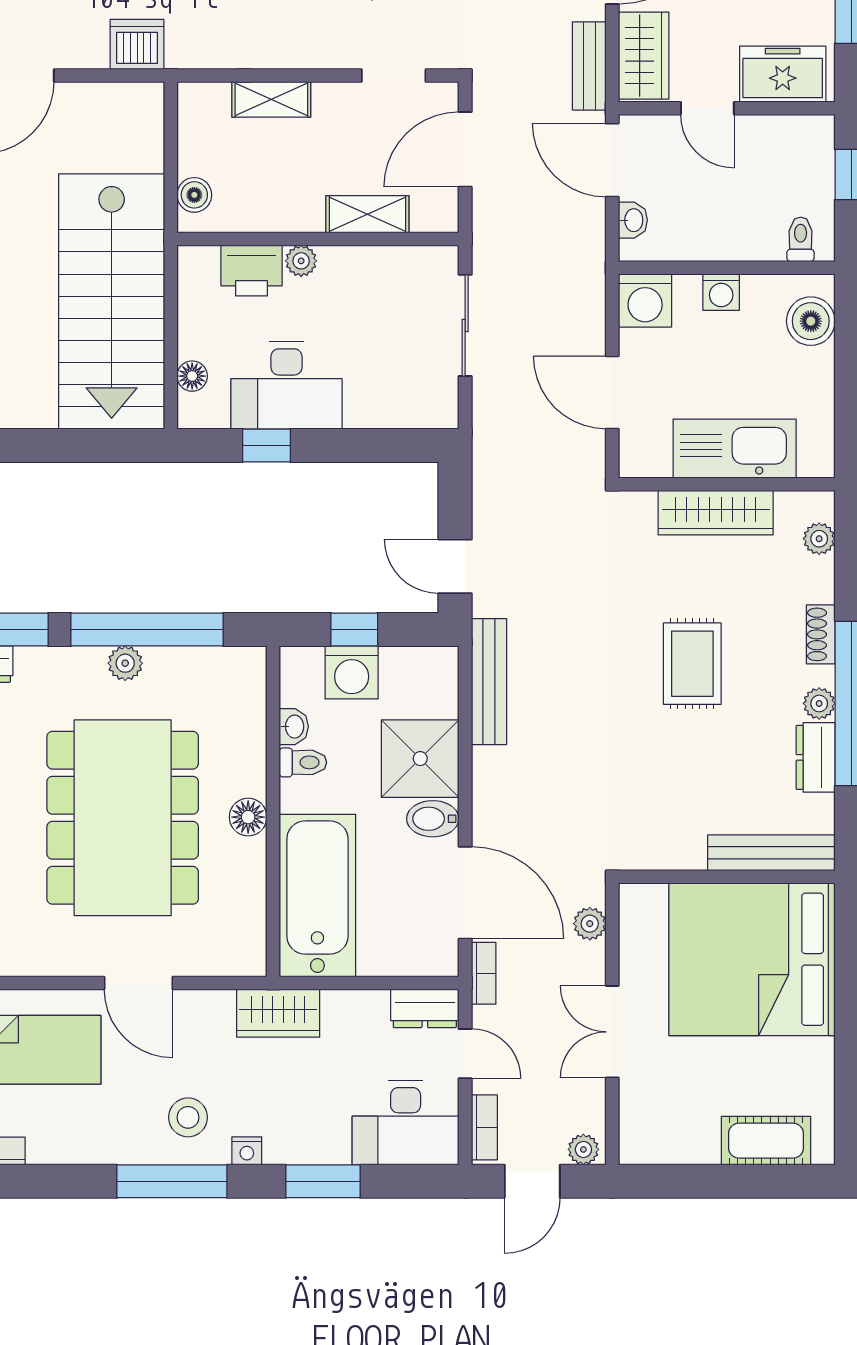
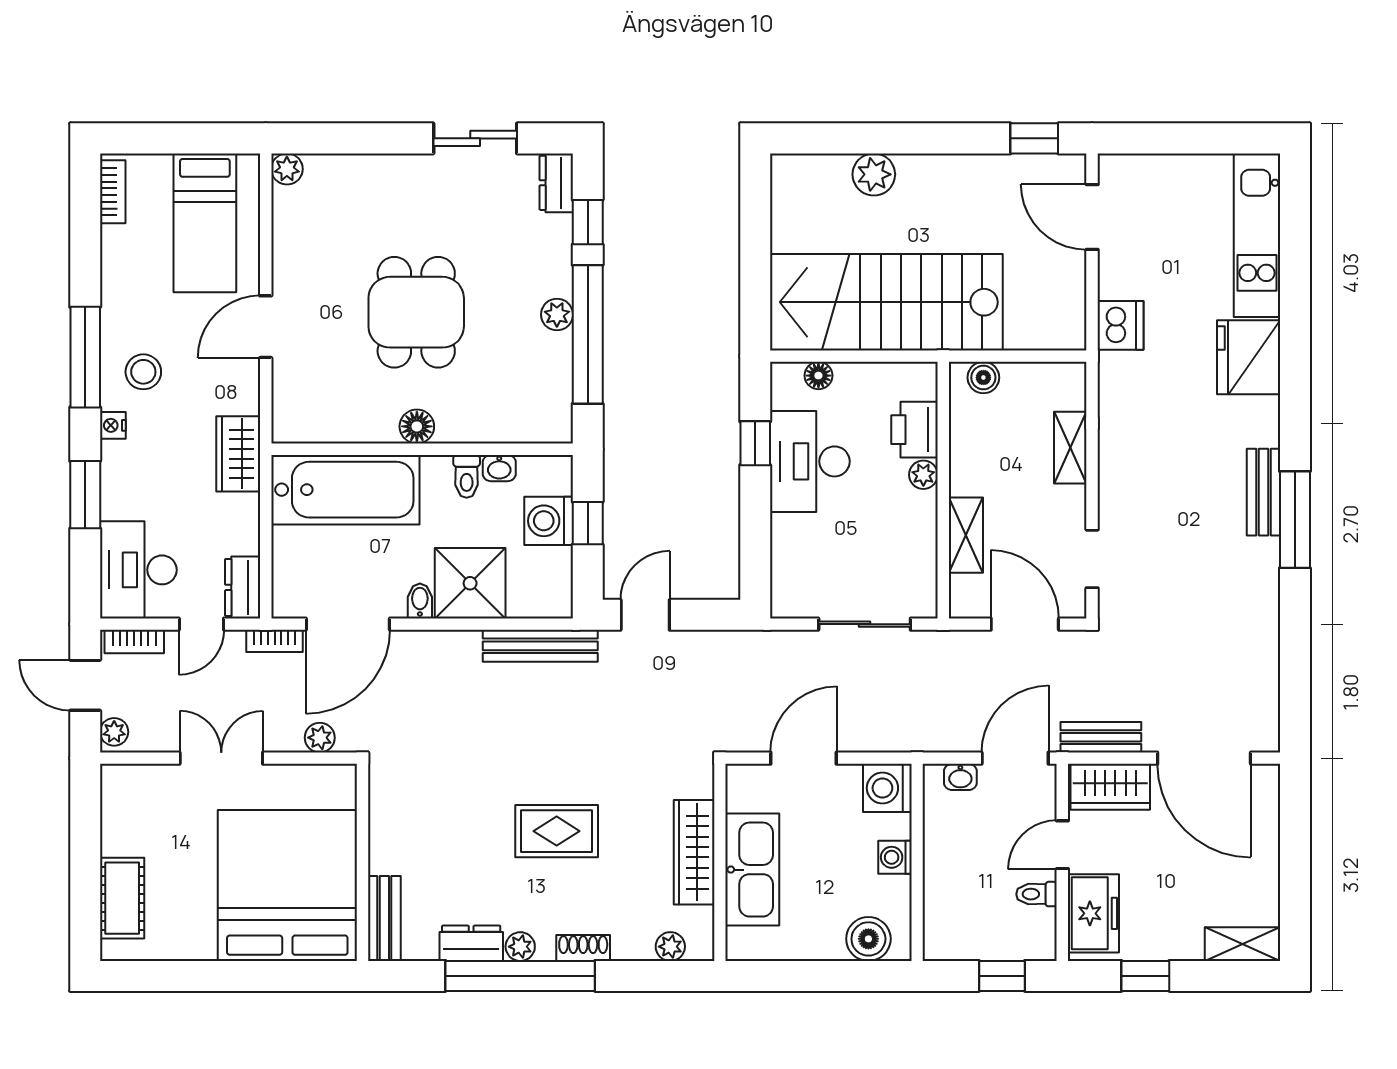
toilet: (801, 239) -> (1037, 894), moved, turned 180
dining table: (123, 818) -> (416, 312), width x0.53, depth x0.80
bidet: (433, 819) -> (420, 601), width x0.72, depth x0.74
bench: (771, 853) -> (384, 919), width x0.73

